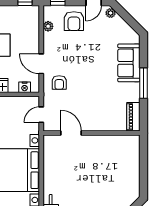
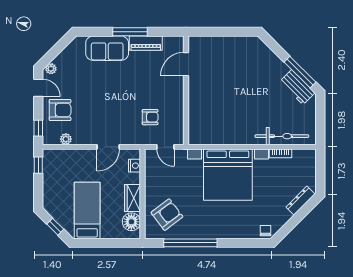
armchair: (59, 82) -> (150, 117), moved
piano: (133, 117) -> (146, 43), moved
door: (71, 133) -> (186, 64), moved

